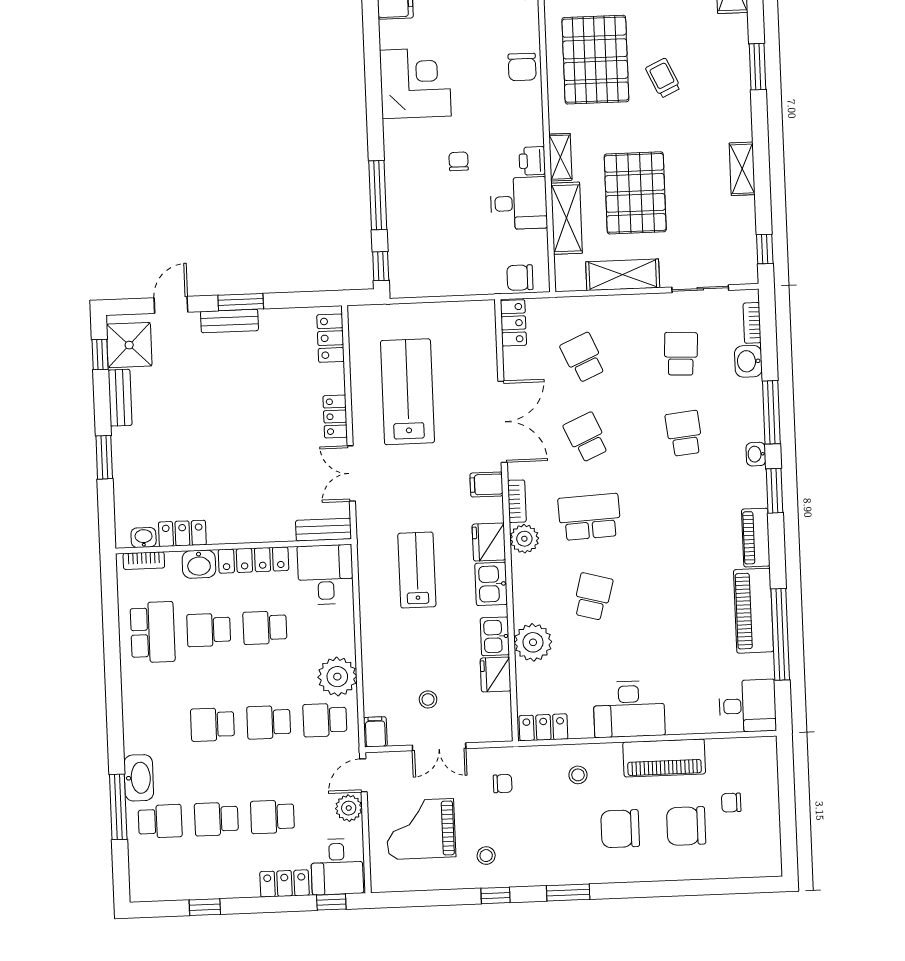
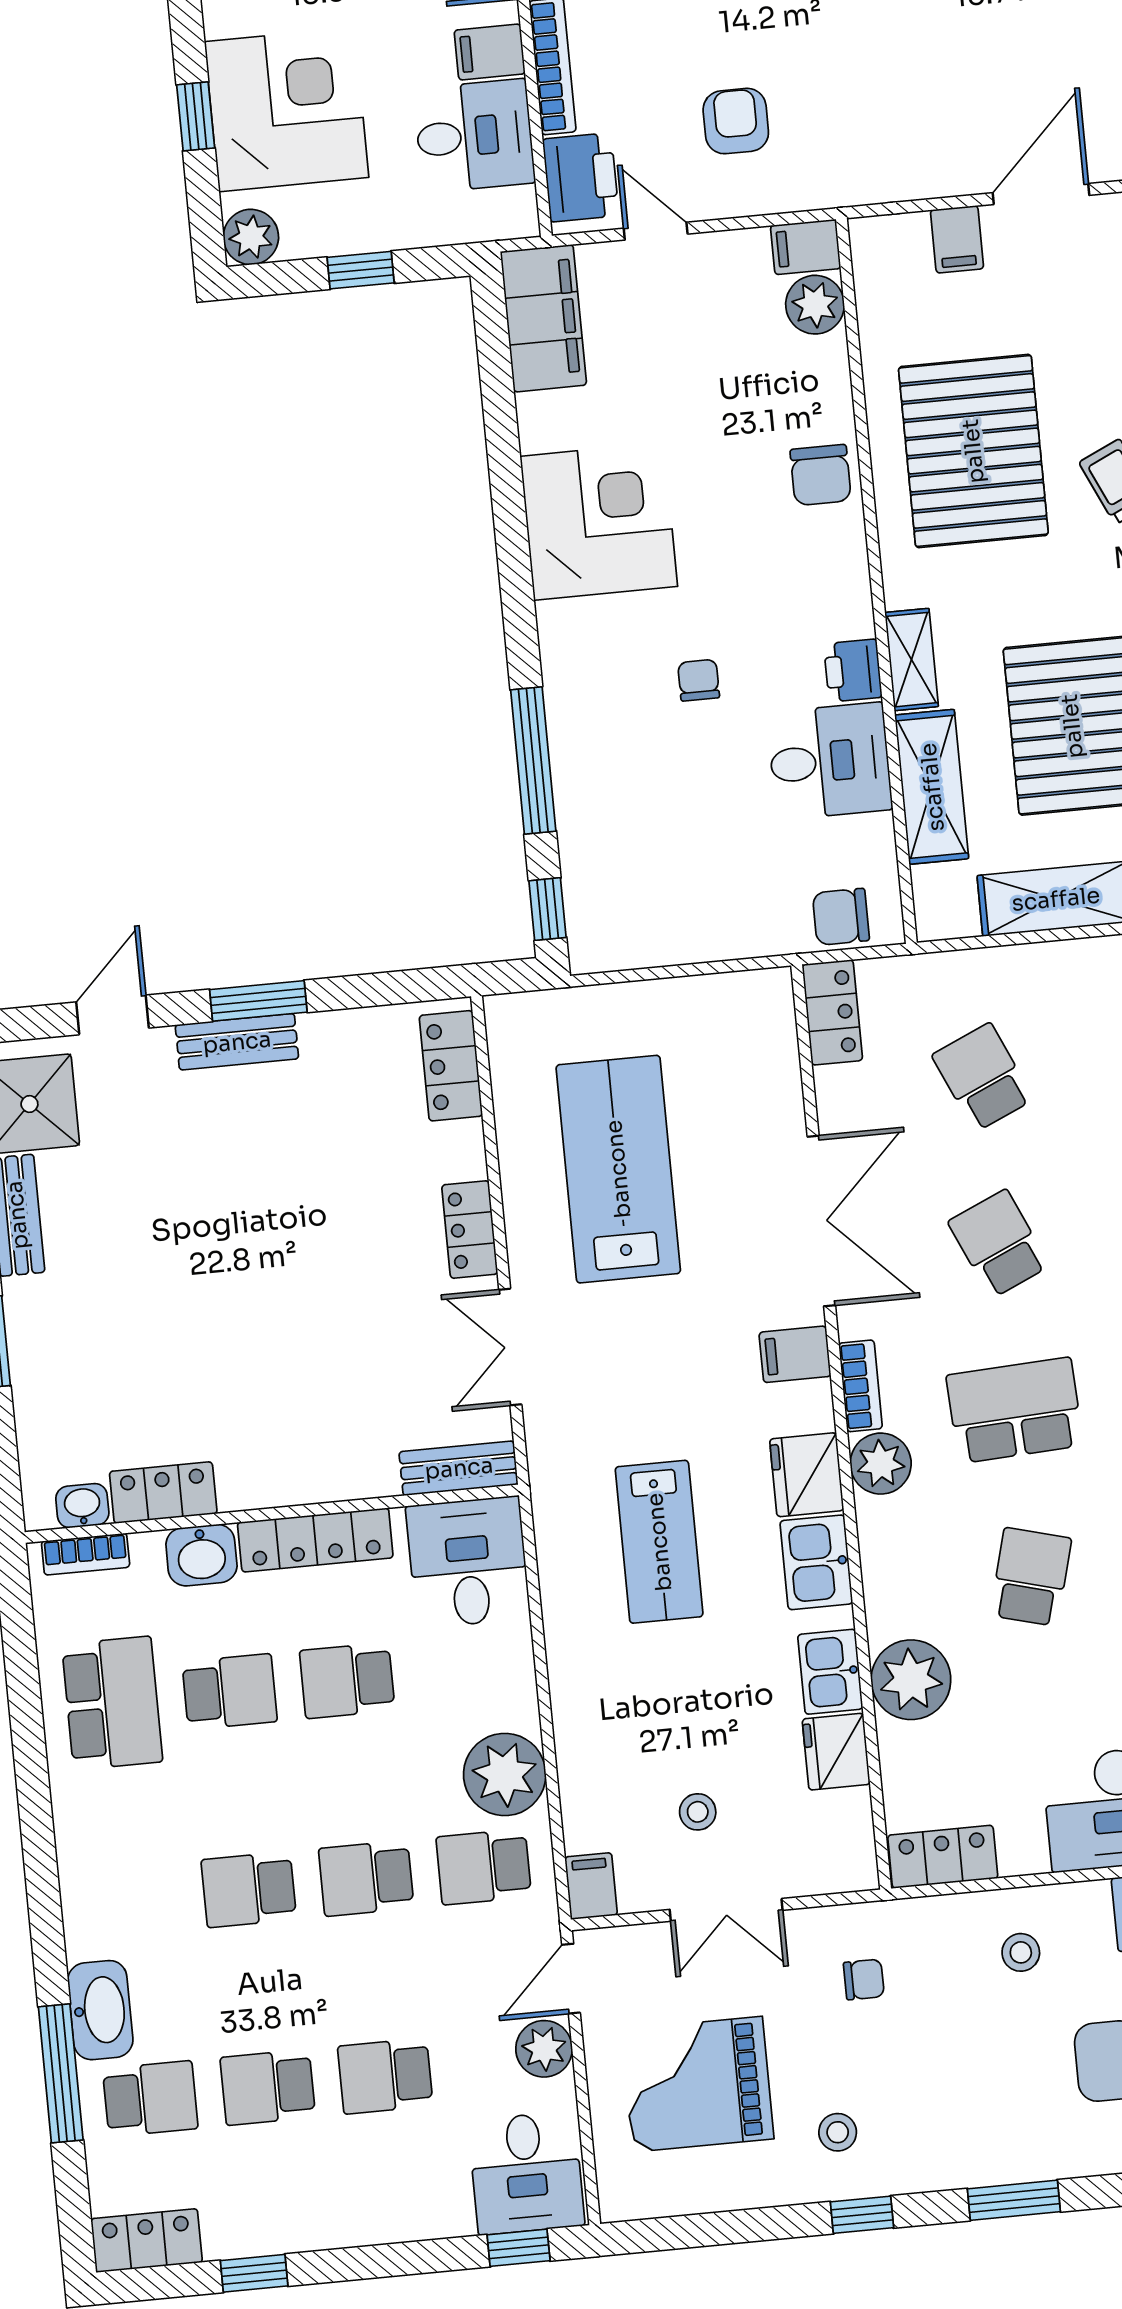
lab bench: (417, 570) -> (659, 1542), turned 180
school desk: (209, 630) -> (230, 1692), turned 180
locker: (285, 883) -> (147, 2241), moved

